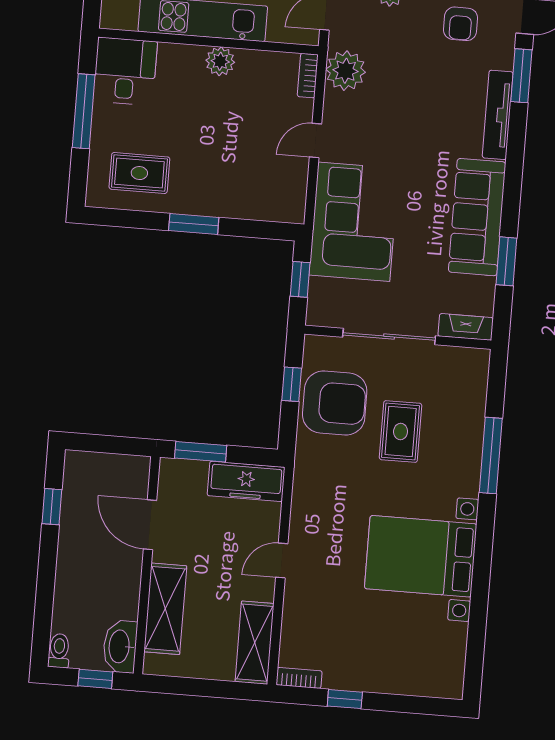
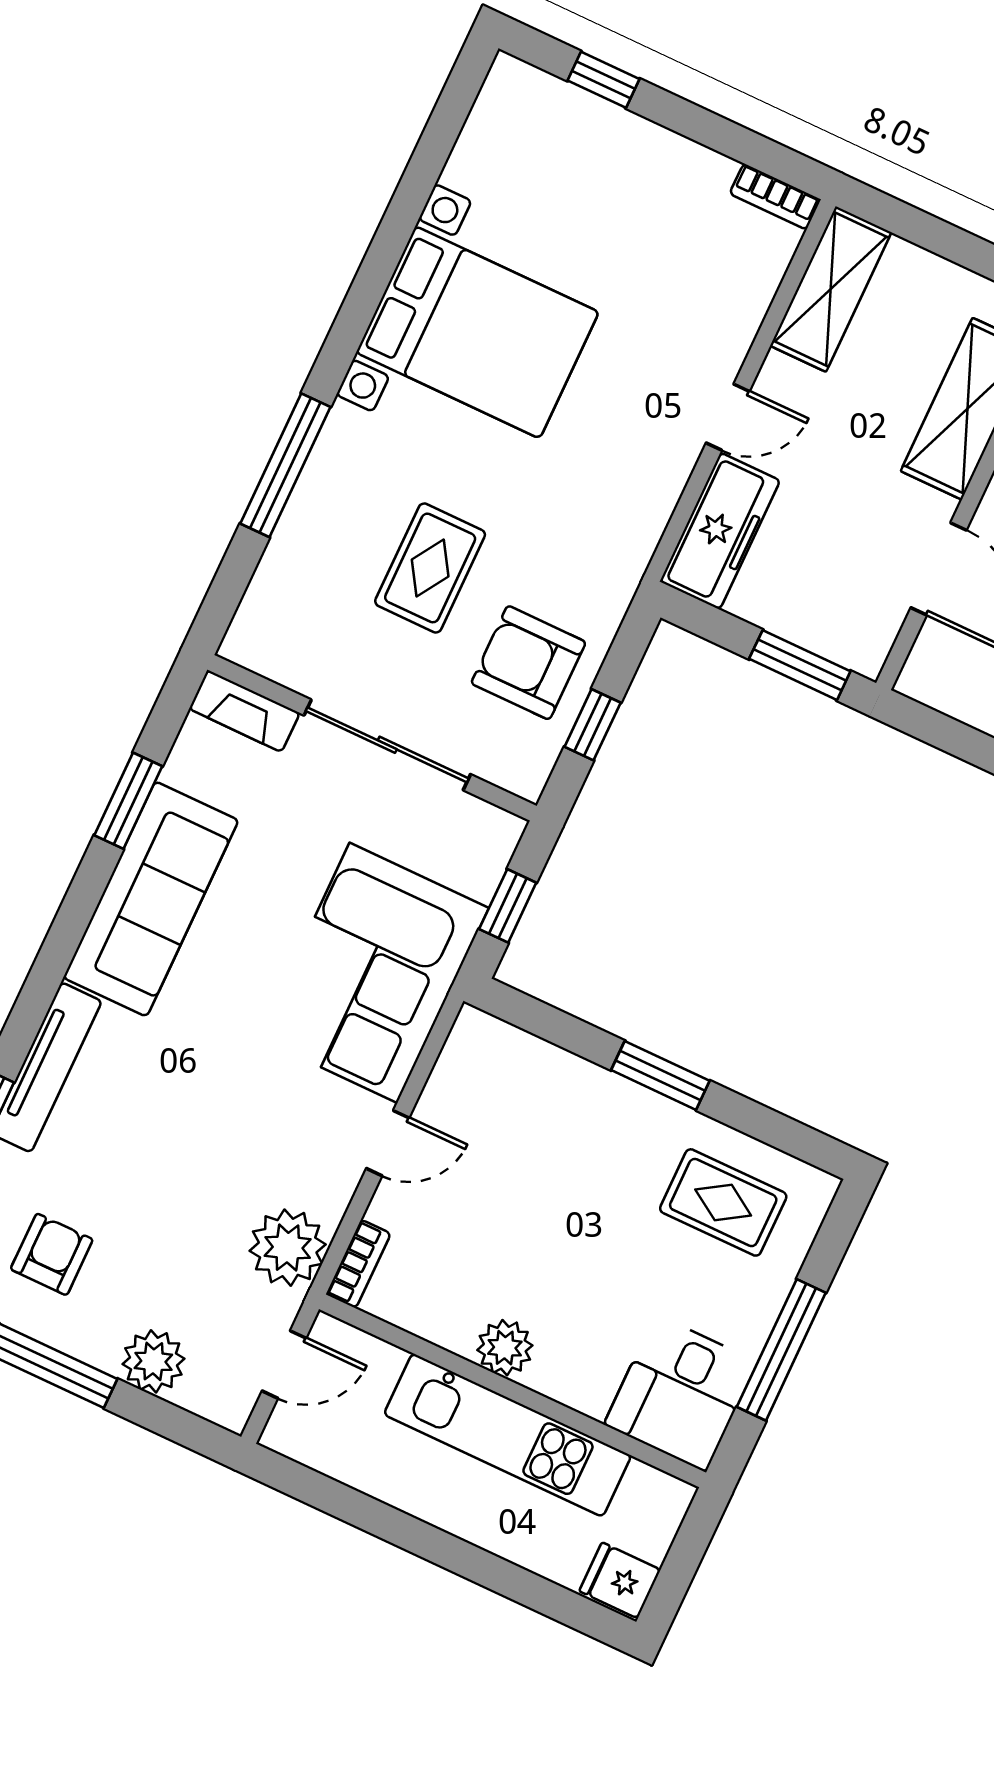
armchair: (335, 403) -> (528, 663), width x0.73, depth x0.73
freezer: (246, 481) -> (720, 531), moved, turned 90
window: (345, 699) -> (603, 80), moved

